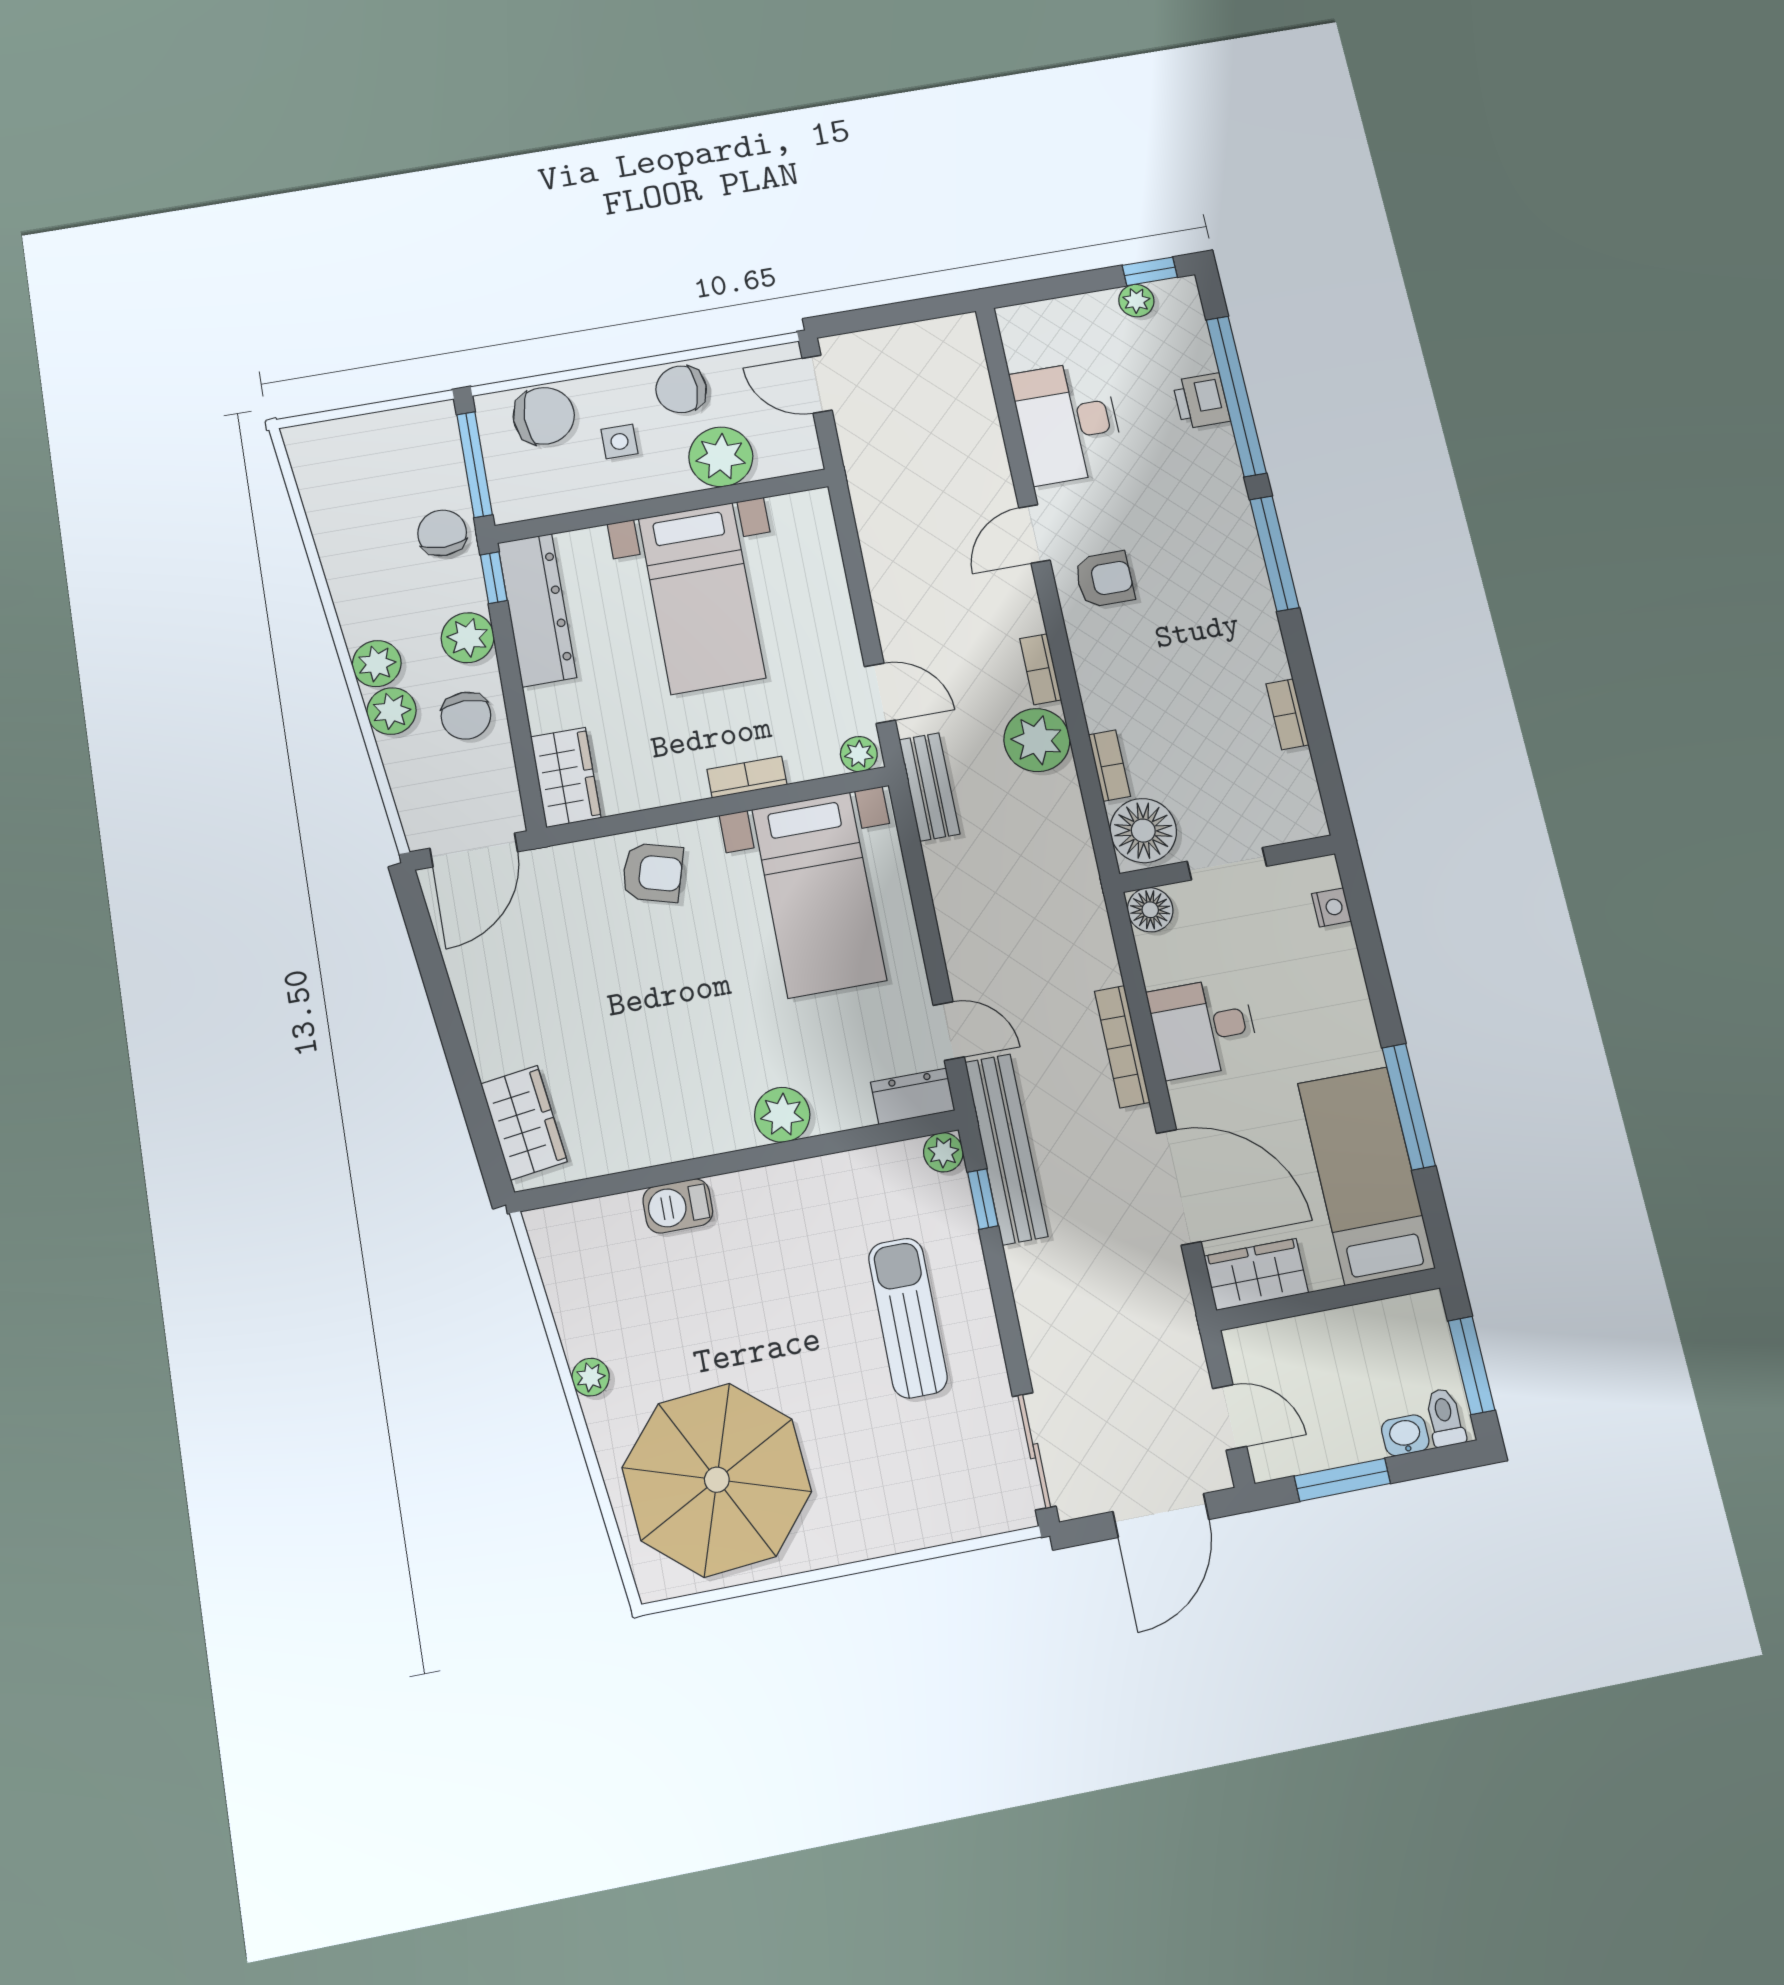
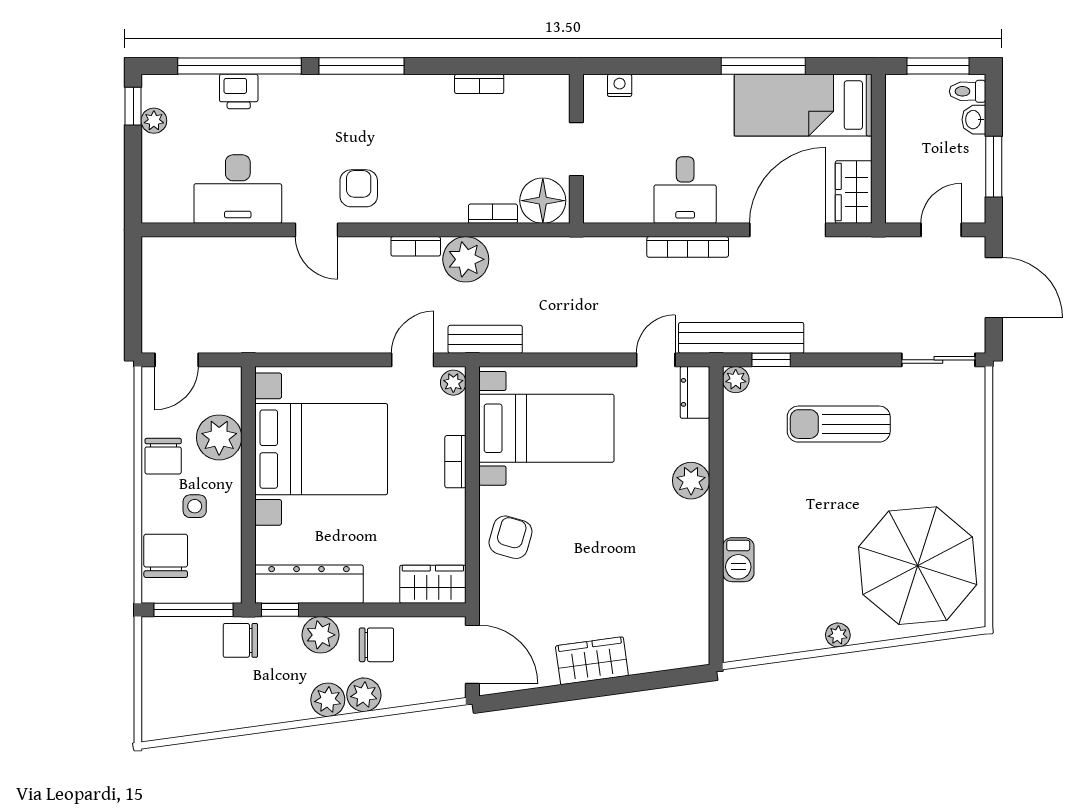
bed with nightstands: (702, 598) -> (321, 449), width x1.36
floor lamp: (1150, 910) -> (598, 208), removed
wardrobe: (524, 1123) -> (592, 661), moved

